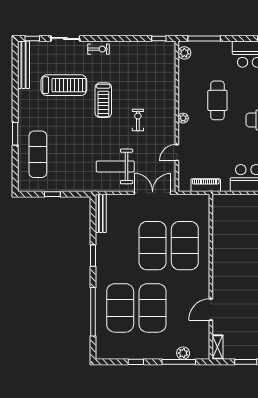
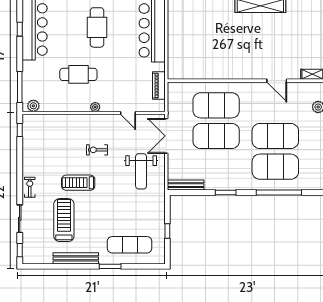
bench: (24, 65) -> (76, 258), moved
treadmill: (103, 100) -> (78, 183), turned 180

